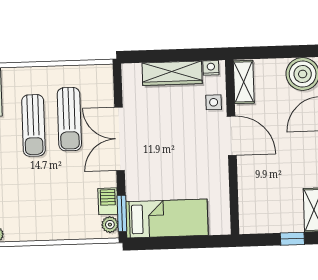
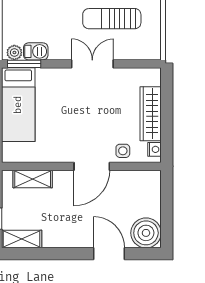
shelving: (244, 82) -> (33, 179), moved
double door: (119, 139) -> (92, 64), width x0.73

